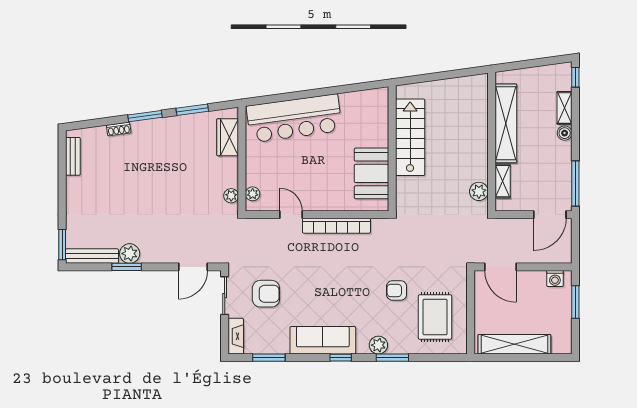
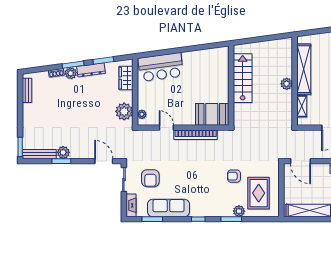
bar counter: (294, 118) -> (161, 67), width x0.73
dresser: (173, 124) -> (91, 70), added
plant: (141, 130) -> (71, 73), added
booth: (371, 173) -> (212, 114), moved, turned 90
plant: (479, 191) -> (287, 84), moved
plant: (231, 196) -> (124, 111), width x1.88, depth x1.88
door: (193, 267) -> (104, 161), swing flipped
armchair: (266, 294) -> (150, 178), turned 90
sofa: (323, 340) -> (168, 208), moved
plant: (378, 345) -> (239, 211), moved

